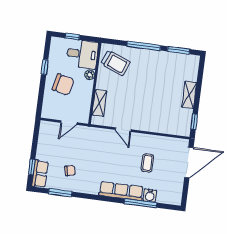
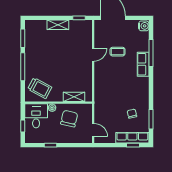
trolley: (115, 63) -> (40, 88), turned 96
chair: (63, 84) -> (69, 119), moved
door: (69, 123) -> (93, 130), moved
door: (123, 130) -> (93, 55), moved
row of seats: (40, 174) -> (132, 138), width x1.48
row of seats: (121, 191) -> (143, 64), width x0.68
water cooler: (150, 196) -> (144, 26), moved

